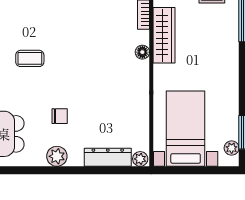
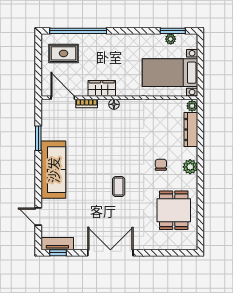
wardrobe: (164, 35) -> (102, 88), width x0.67
plant: (232, 148) -> (171, 39), moved

